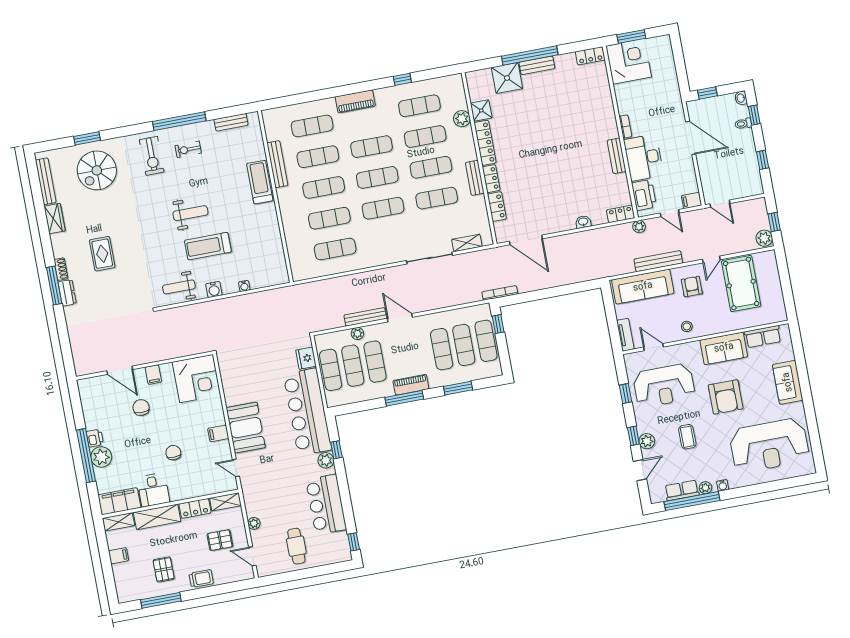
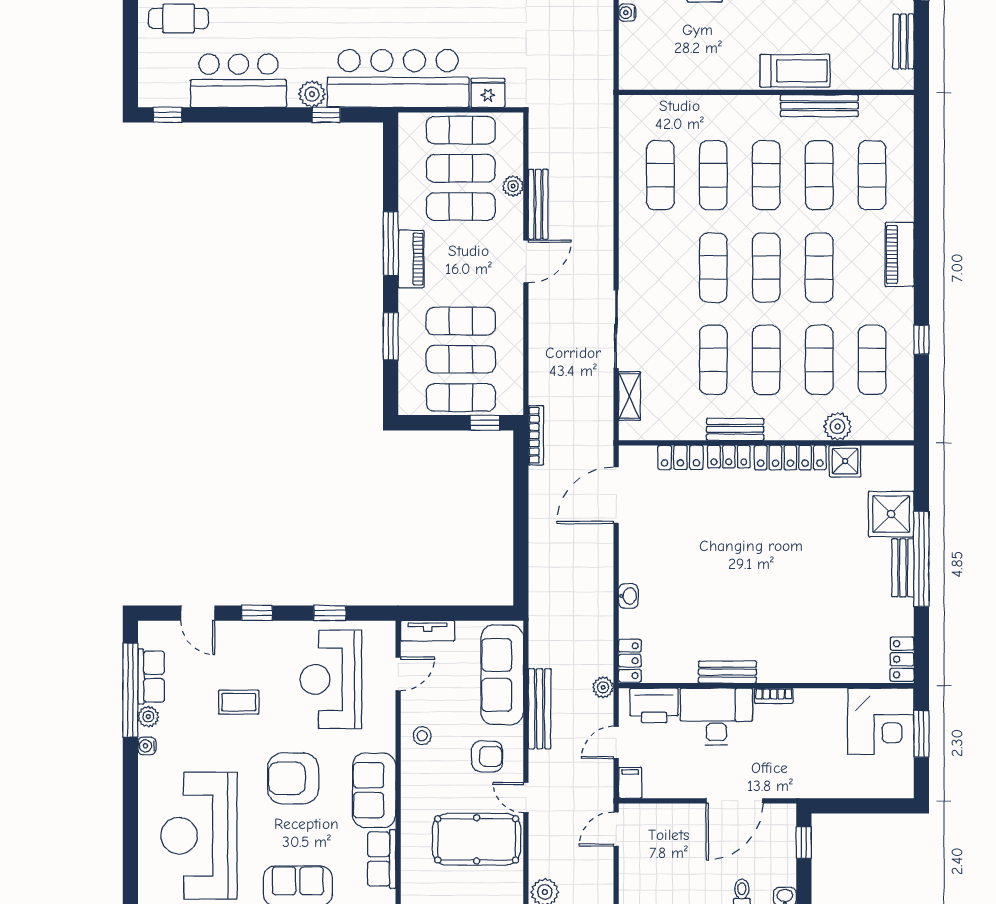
plant: (647, 441) -> (244, 634), removed

